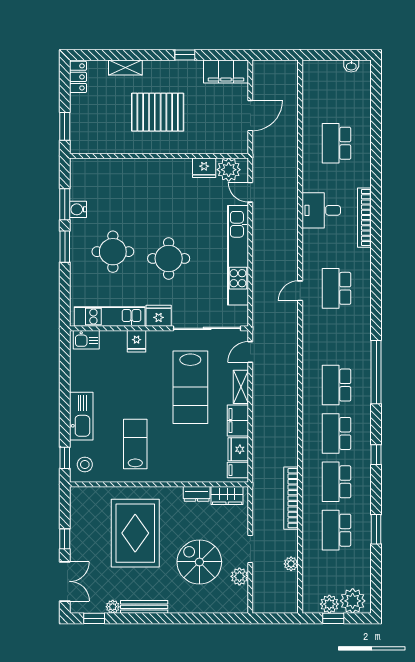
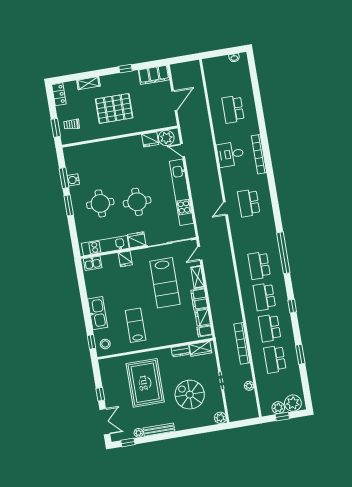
trolley: (90, 125) -> (72, 124), added
plant: (239, 576) -> (220, 418), moved

